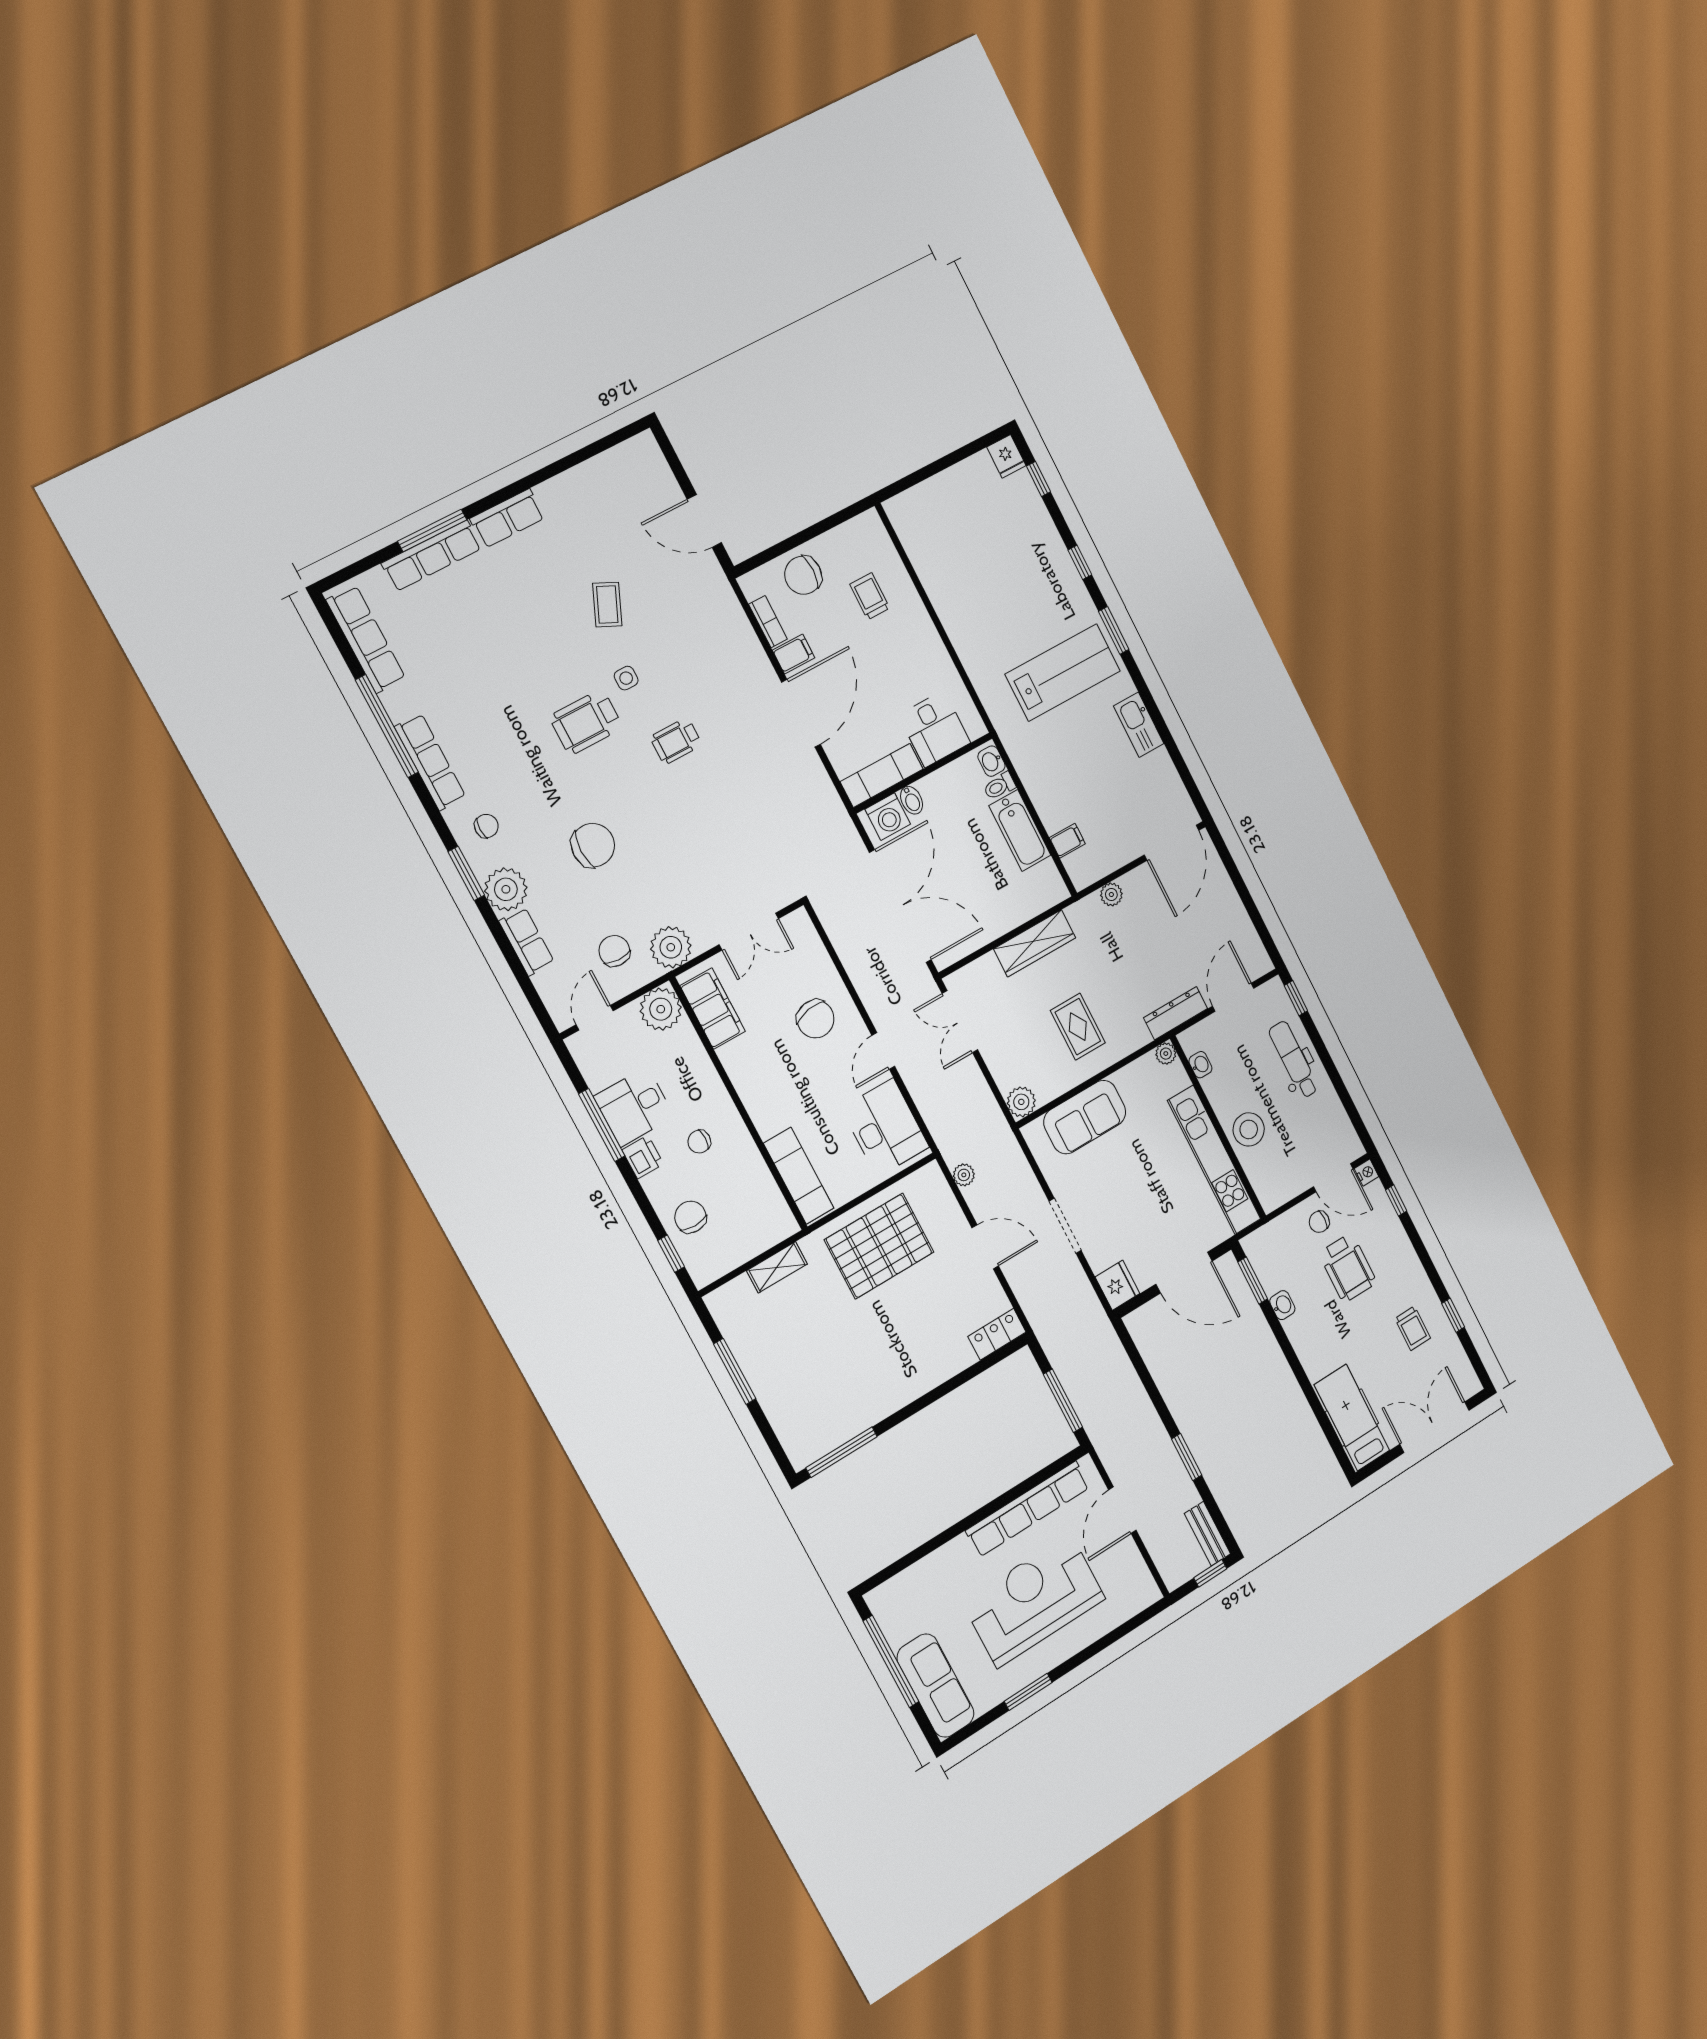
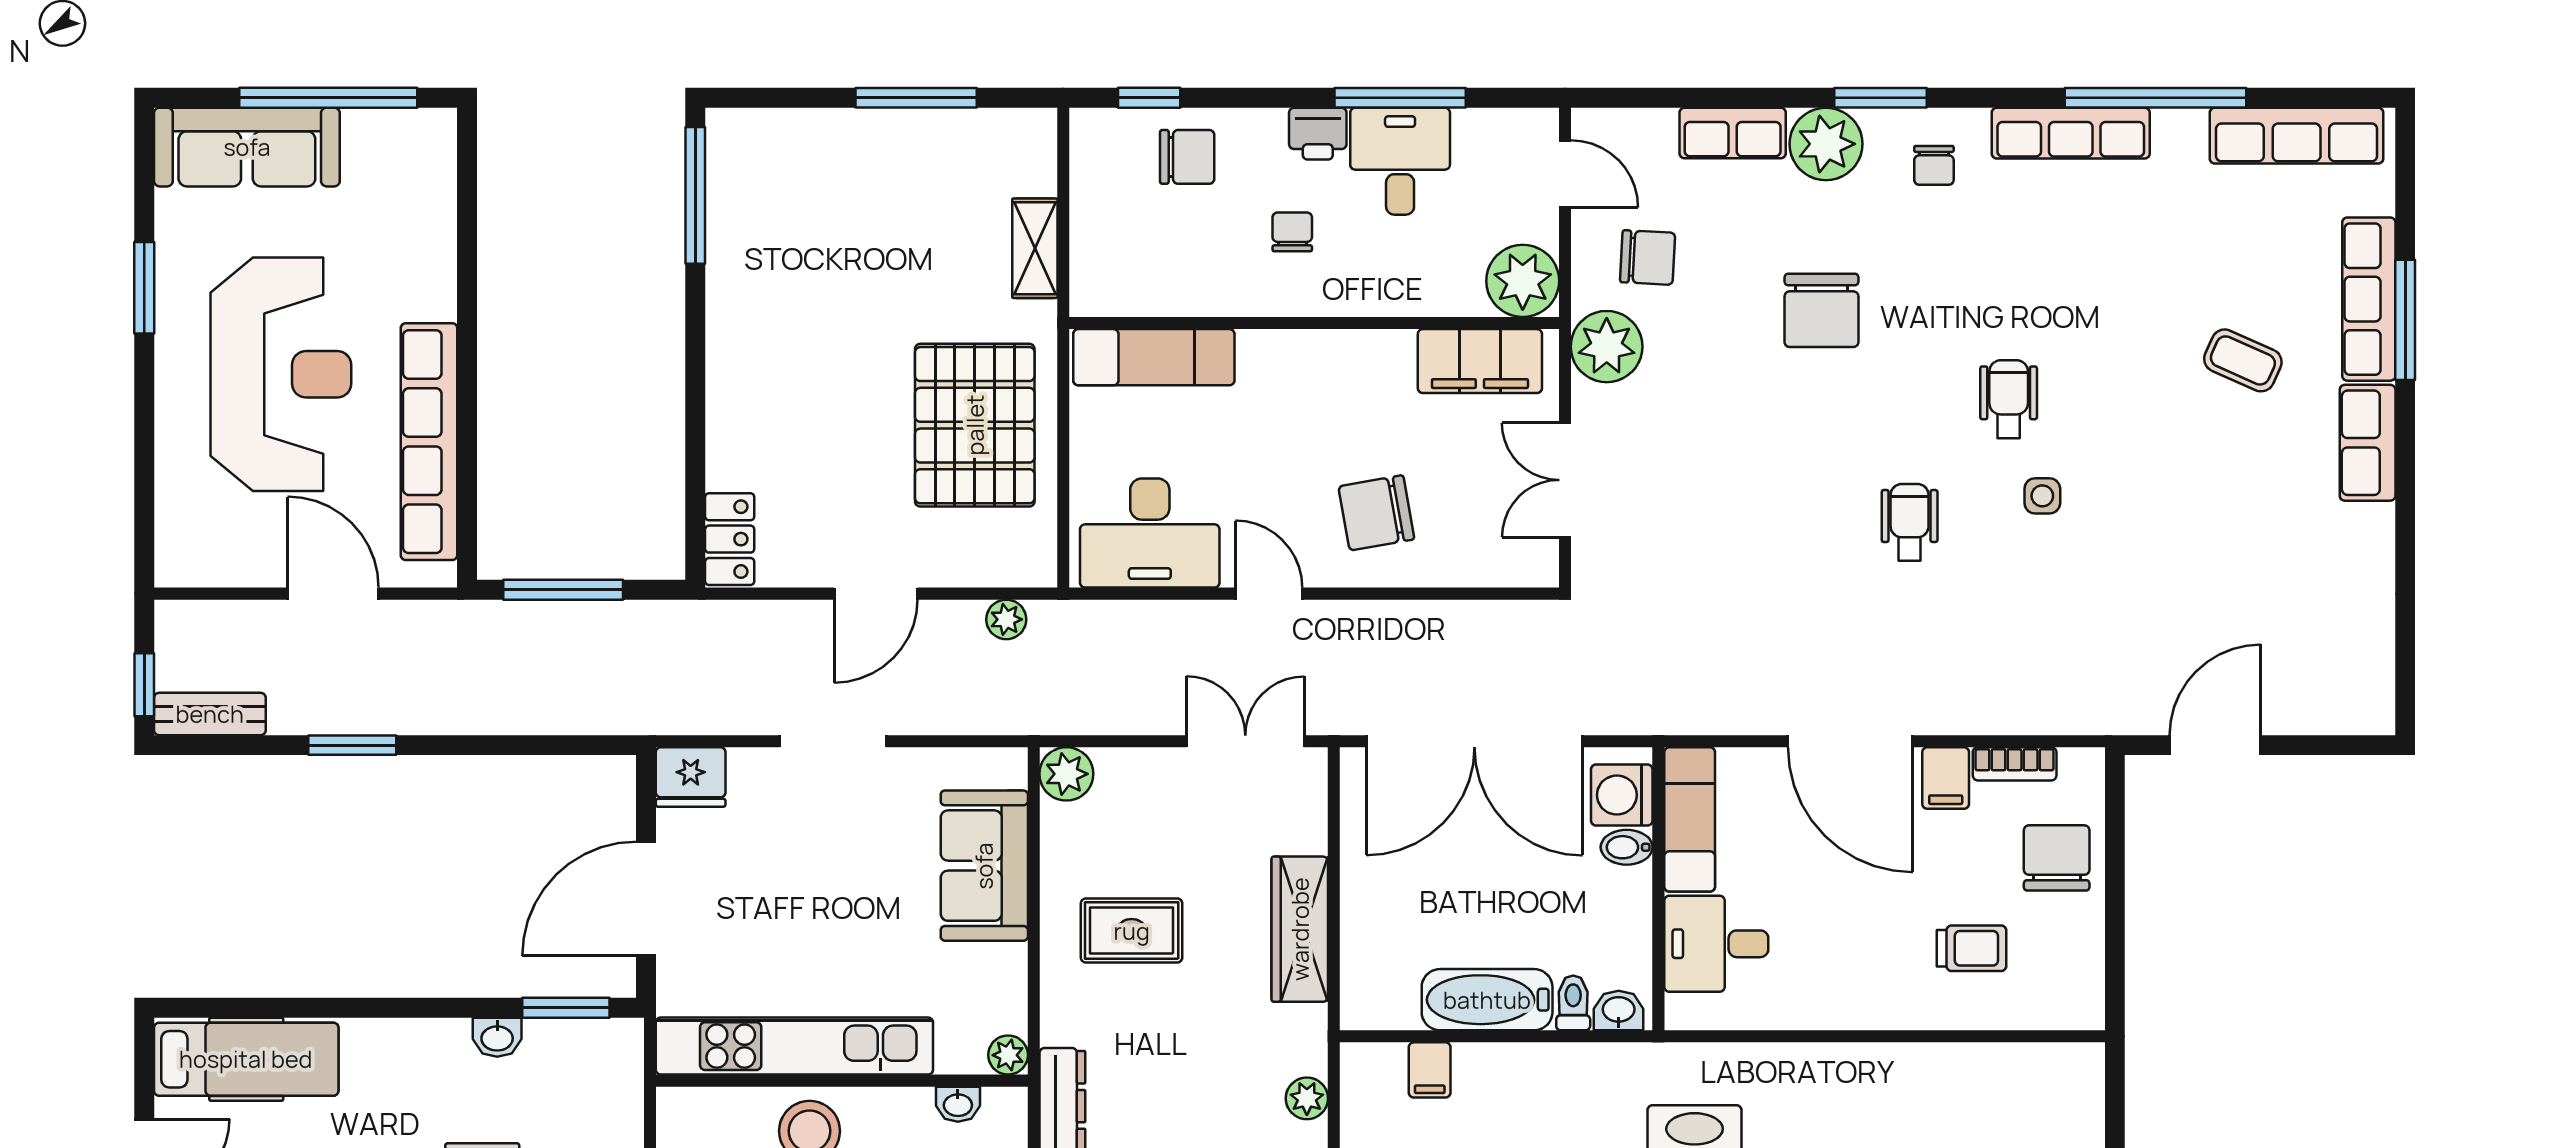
coffee table: (607, 605) -> (2243, 360), moved
wheelchair: (586, 722) -> (2009, 399), width x0.73, depth x0.73

